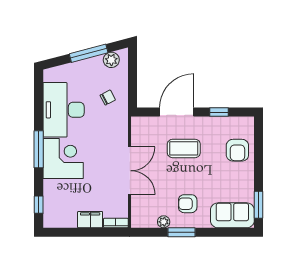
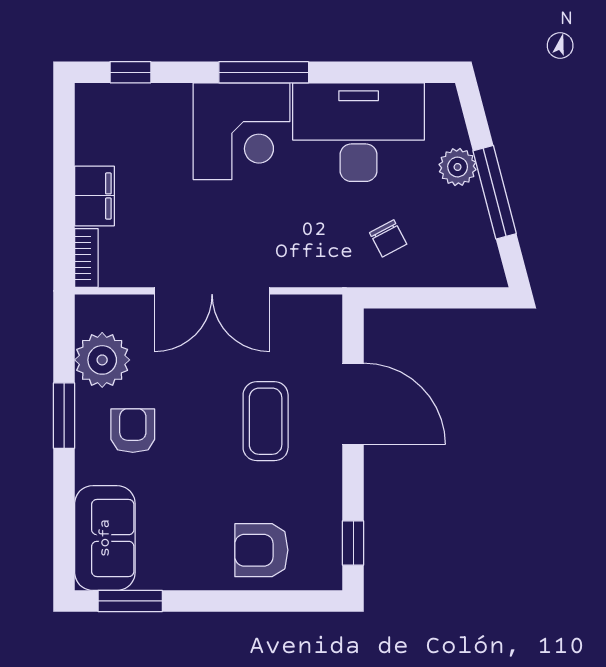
plant: (111, 60) -> (458, 167), moved
window: (219, 112) -> (353, 543), moved
plant: (164, 222) -> (102, 360), width x1.88, depth x1.88

